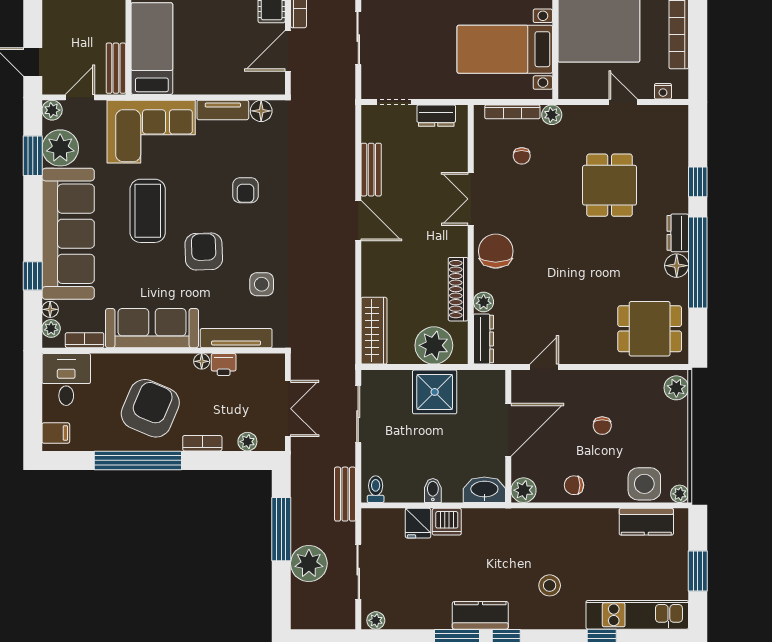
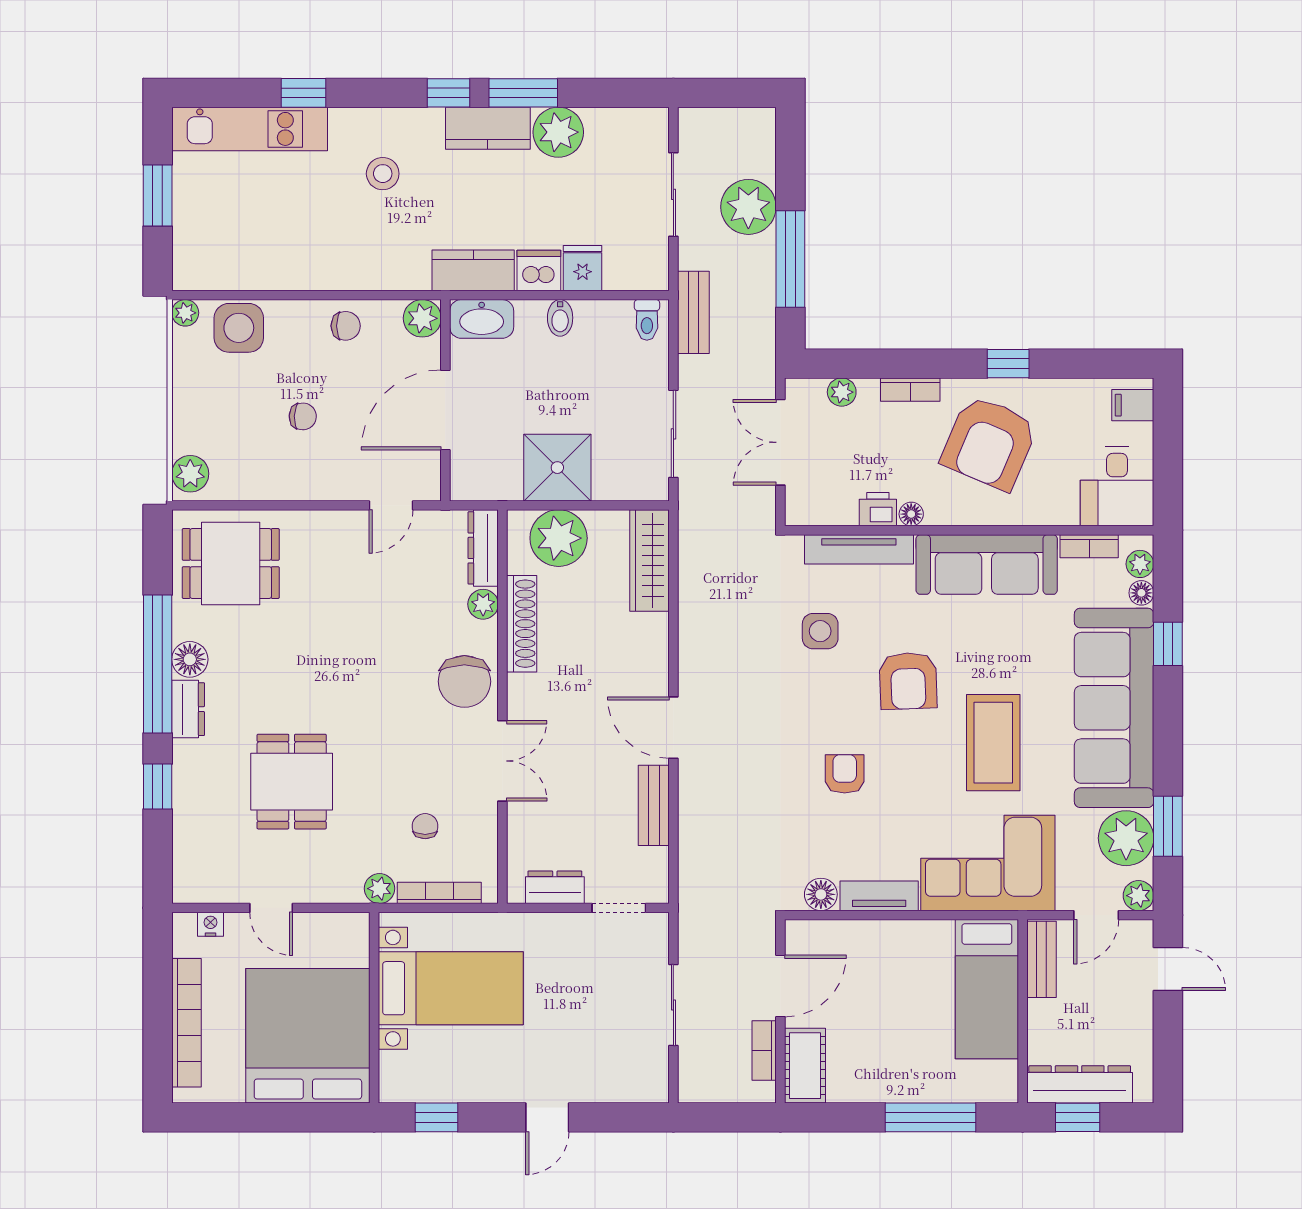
chair: (602, 426) -> (303, 416), turned 92
window: (138, 460) -> (1008, 364), width x0.32
kitchen counter: (646, 522) -> (473, 270), moved
plant: (376, 620) -> (558, 132), moved, width x1.88, depth x1.88

